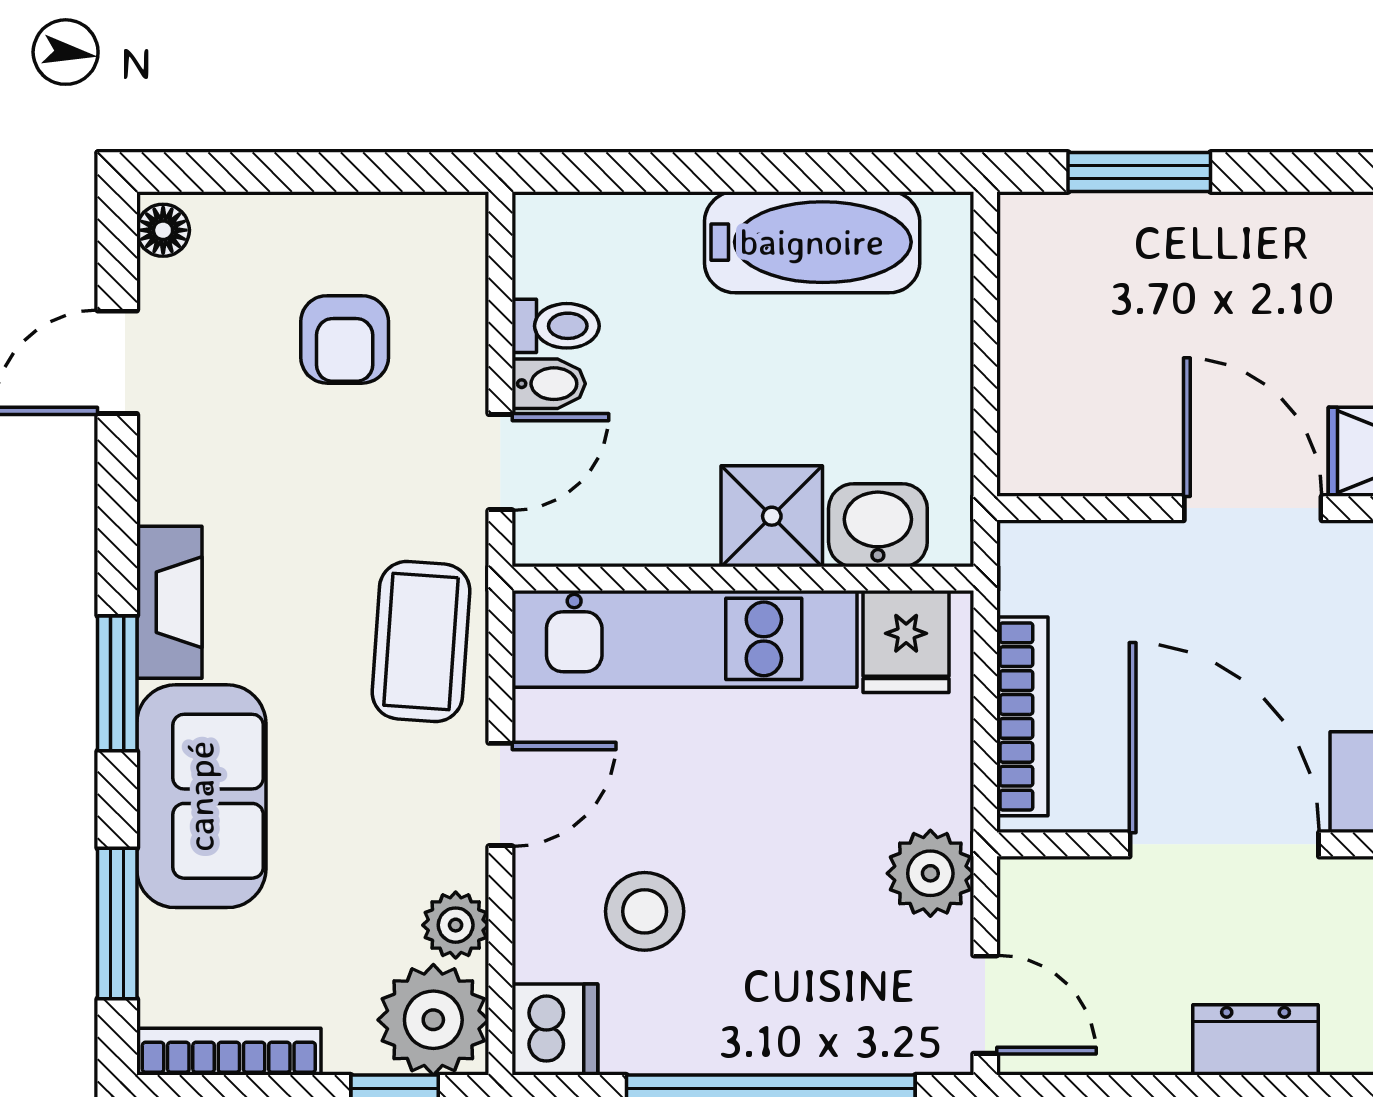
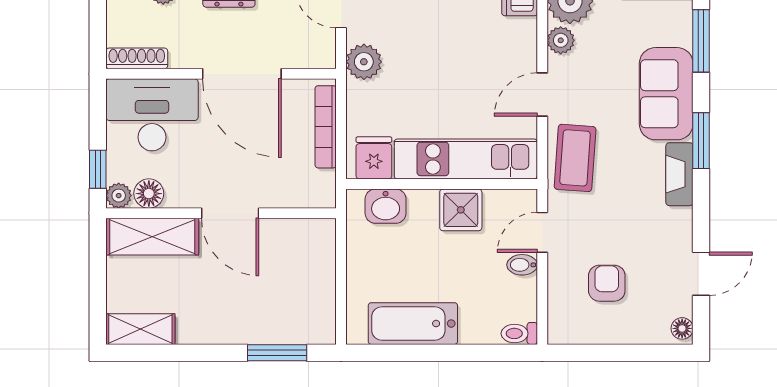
toilet: (556, 326) -> (519, 333), moved
shower: (772, 516) -> (461, 210), moved
stool: (645, 911) -> (482, 46), removed

